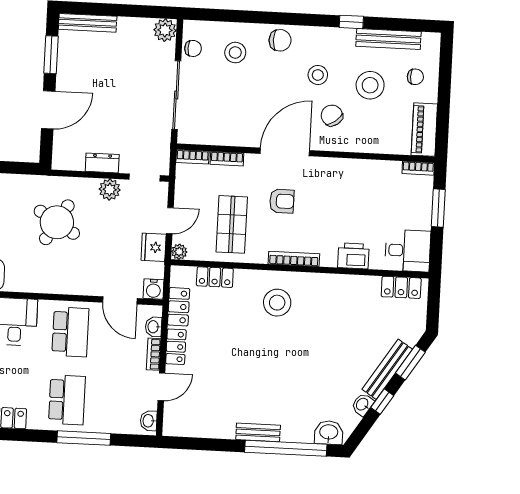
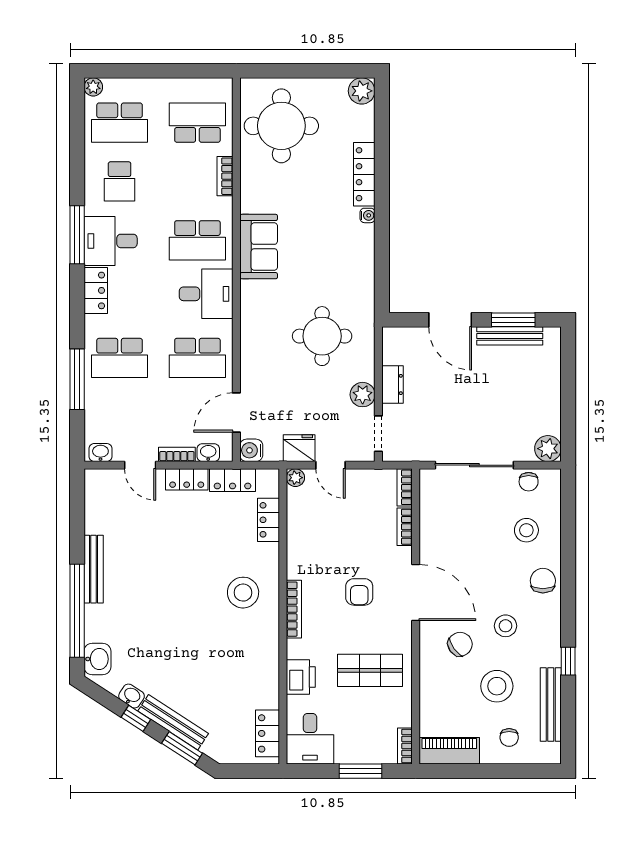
bench: (88, 23) -> (510, 336), moved, turned 90
chair: (280, 40) -> (543, 581), turned 180
round table: (57, 222) -> (322, 336), turned -31
shop shelf: (232, 224) -> (370, 670), moved
bench: (258, 432) -> (94, 569), width x1.36

